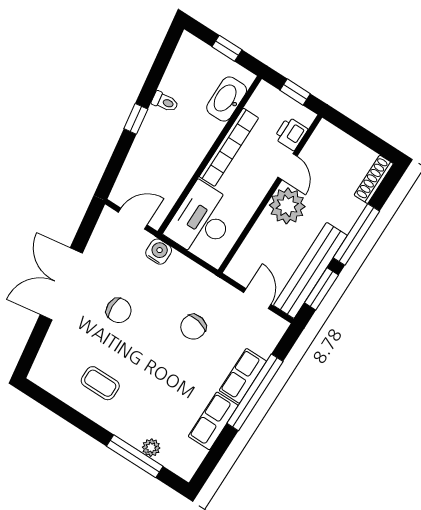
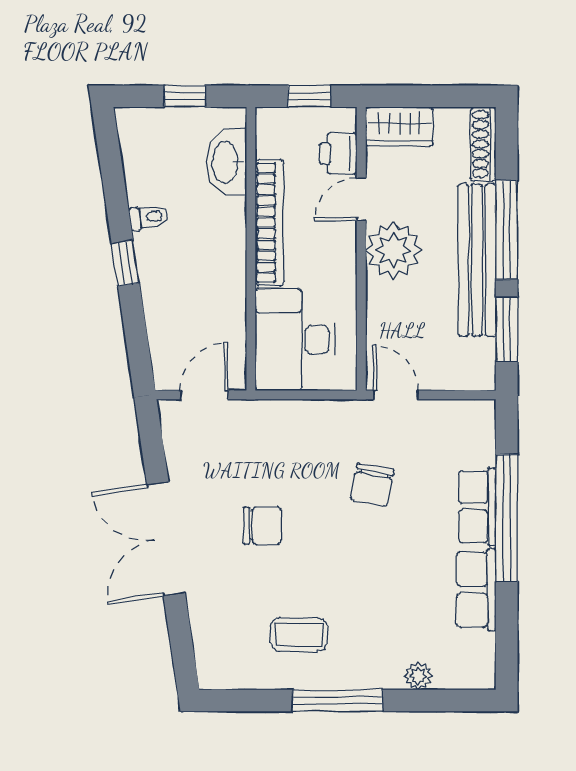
wardrobe: (334, 140) -> (399, 127), added
door: (287, 167) -> (361, 199), swing flipped
water cooler: (159, 252) -> (265, 416), removed
bench: (310, 270) -> (477, 260), moved
door: (257, 299) -> (396, 395), moved
window: (135, 456) -> (338, 701), moved

